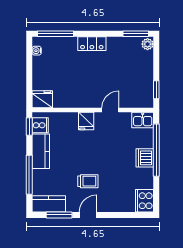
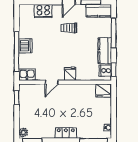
cooker: (145, 201) -> (43, 11), moved, turned 90

